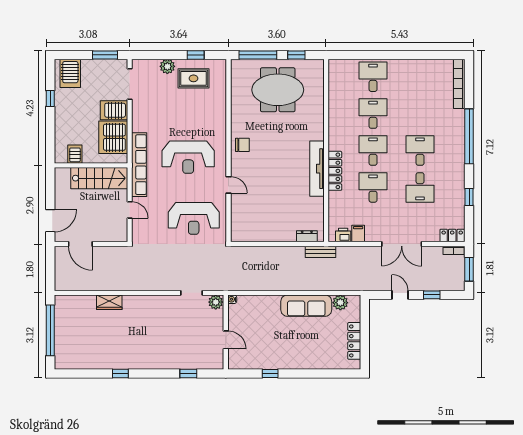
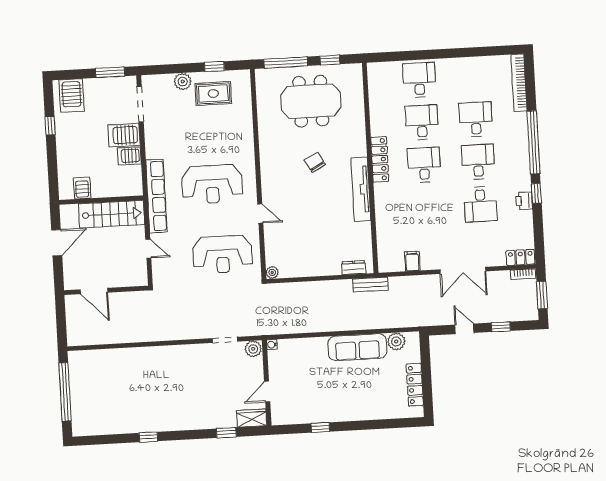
server rack: (113, 137) -> (129, 156), width x0.46, depth x0.70
chair: (242, 145) -> (315, 162), moved, turned -119
locker: (335, 171) -> (380, 159), moved
desk: (373, 187) -> (476, 119), moved
window: (469, 197) -> (536, 193), moved
door: (50, 221) -> (57, 243), moved
printer: (343, 235) -> (524, 201), moved, turned -90
plant: (236, 237) -> (272, 272), added
wardrobe: (109, 302) -> (252, 418), moved, turned 180
door: (226, 340) -> (267, 392), swing flipped

